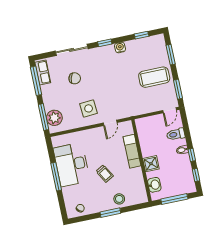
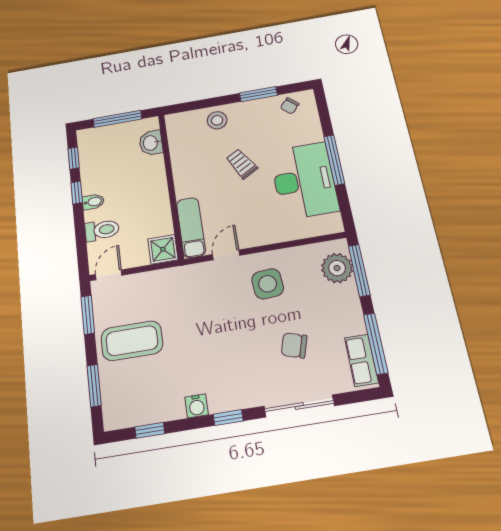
exam couch: (132, 151) -> (191, 227), moved
shower: (151, 164) -> (163, 249), moved
window: (110, 213) -> (258, 94), moved

